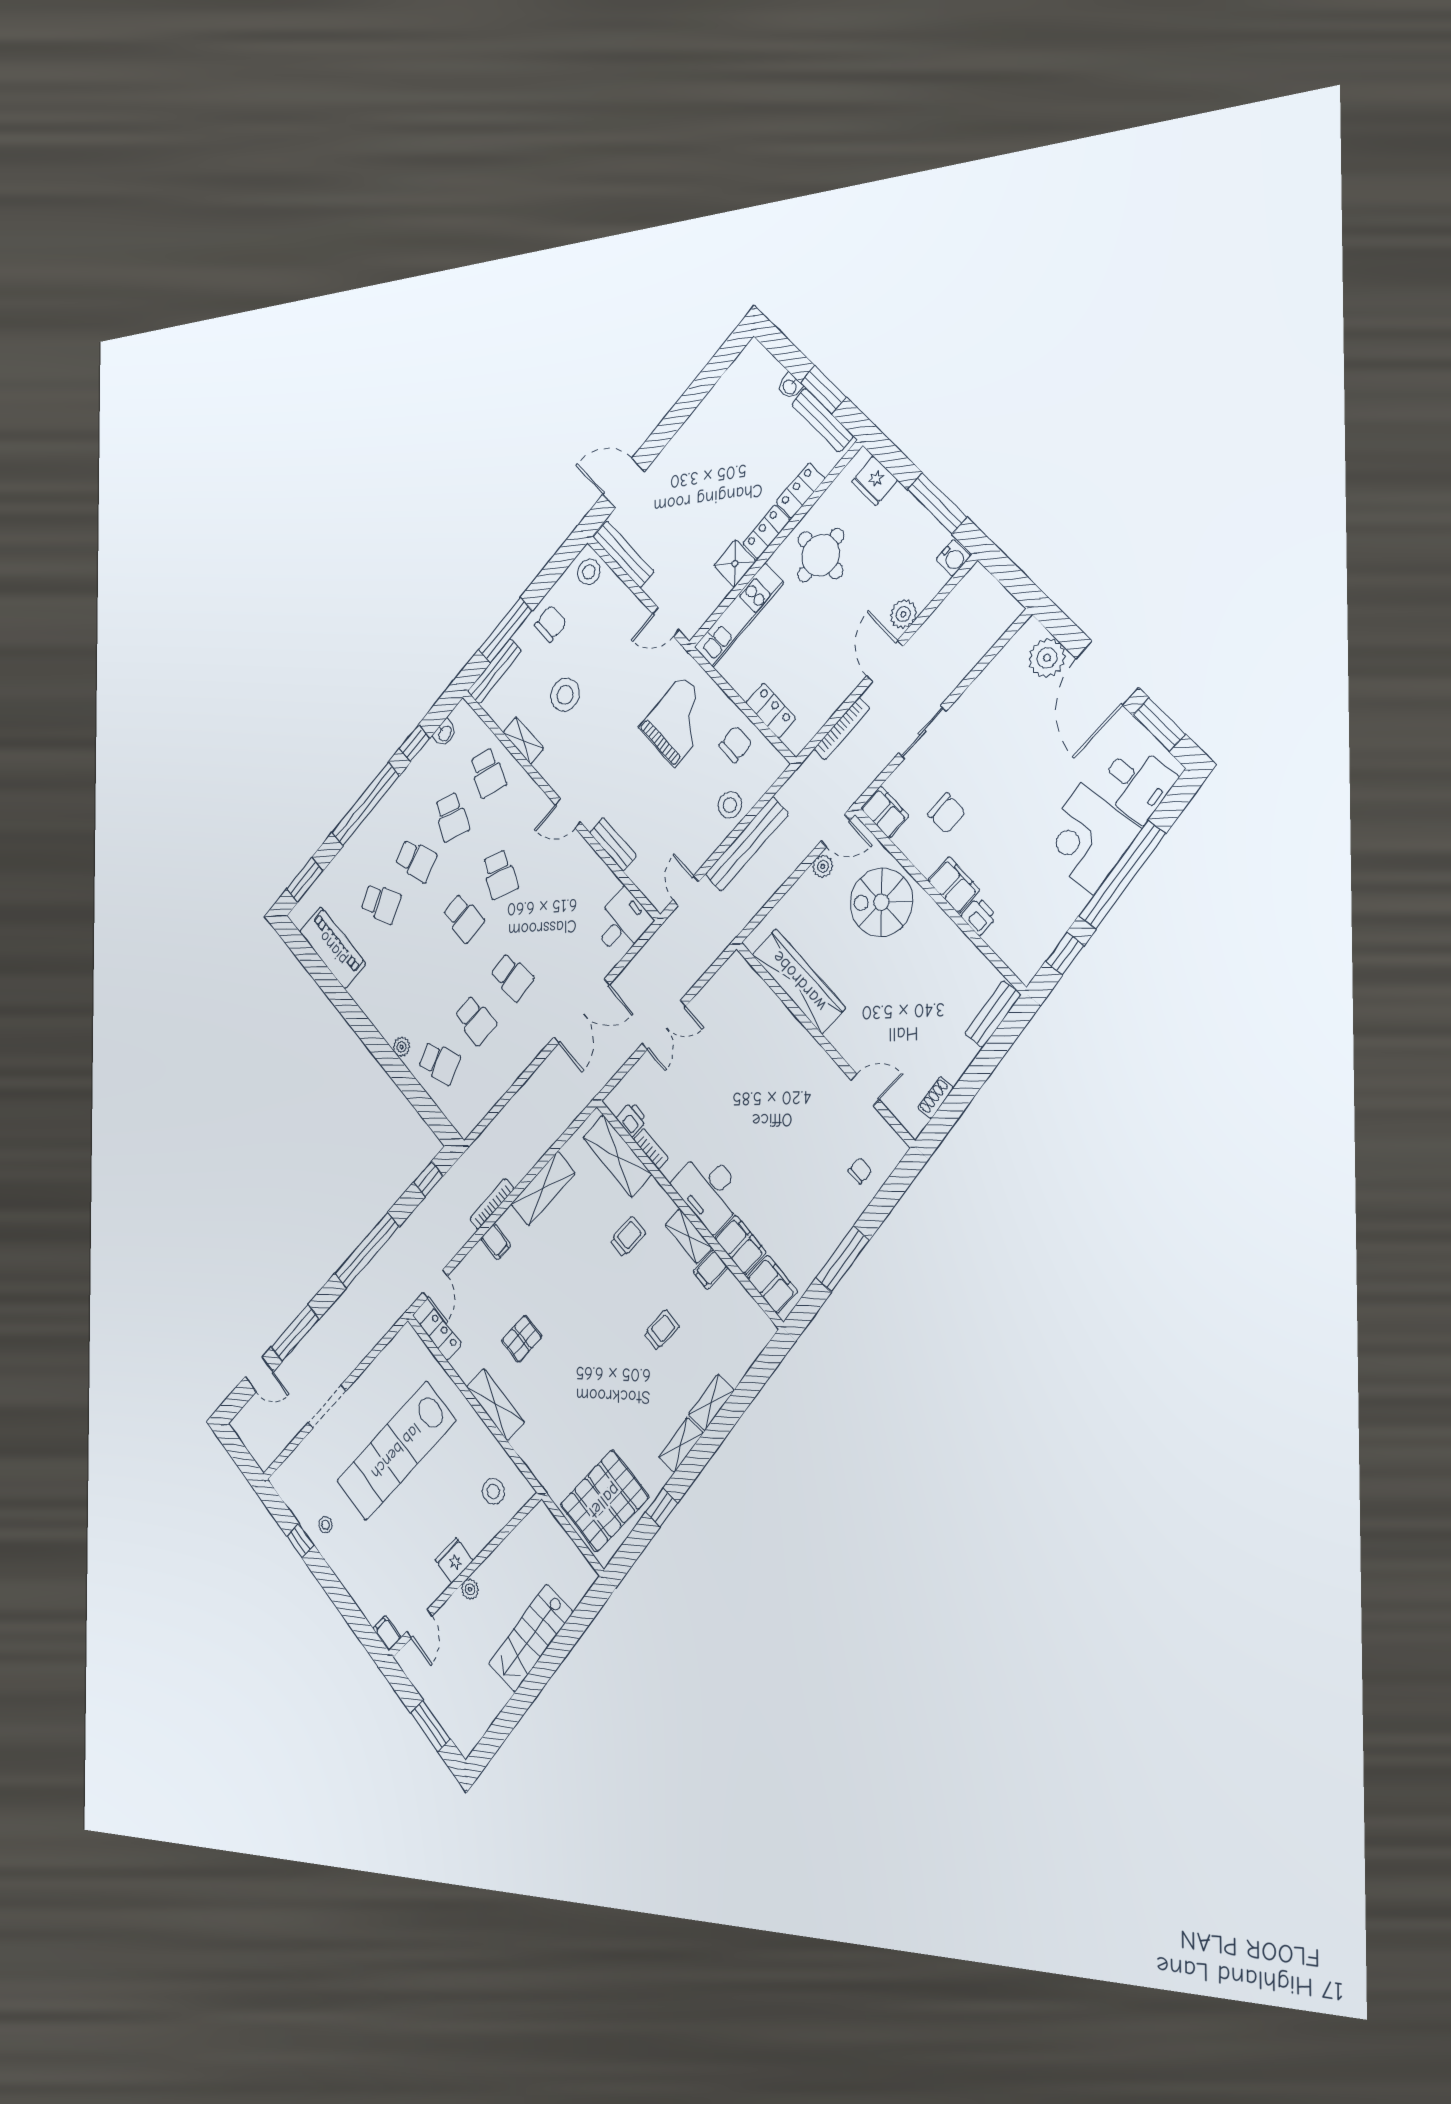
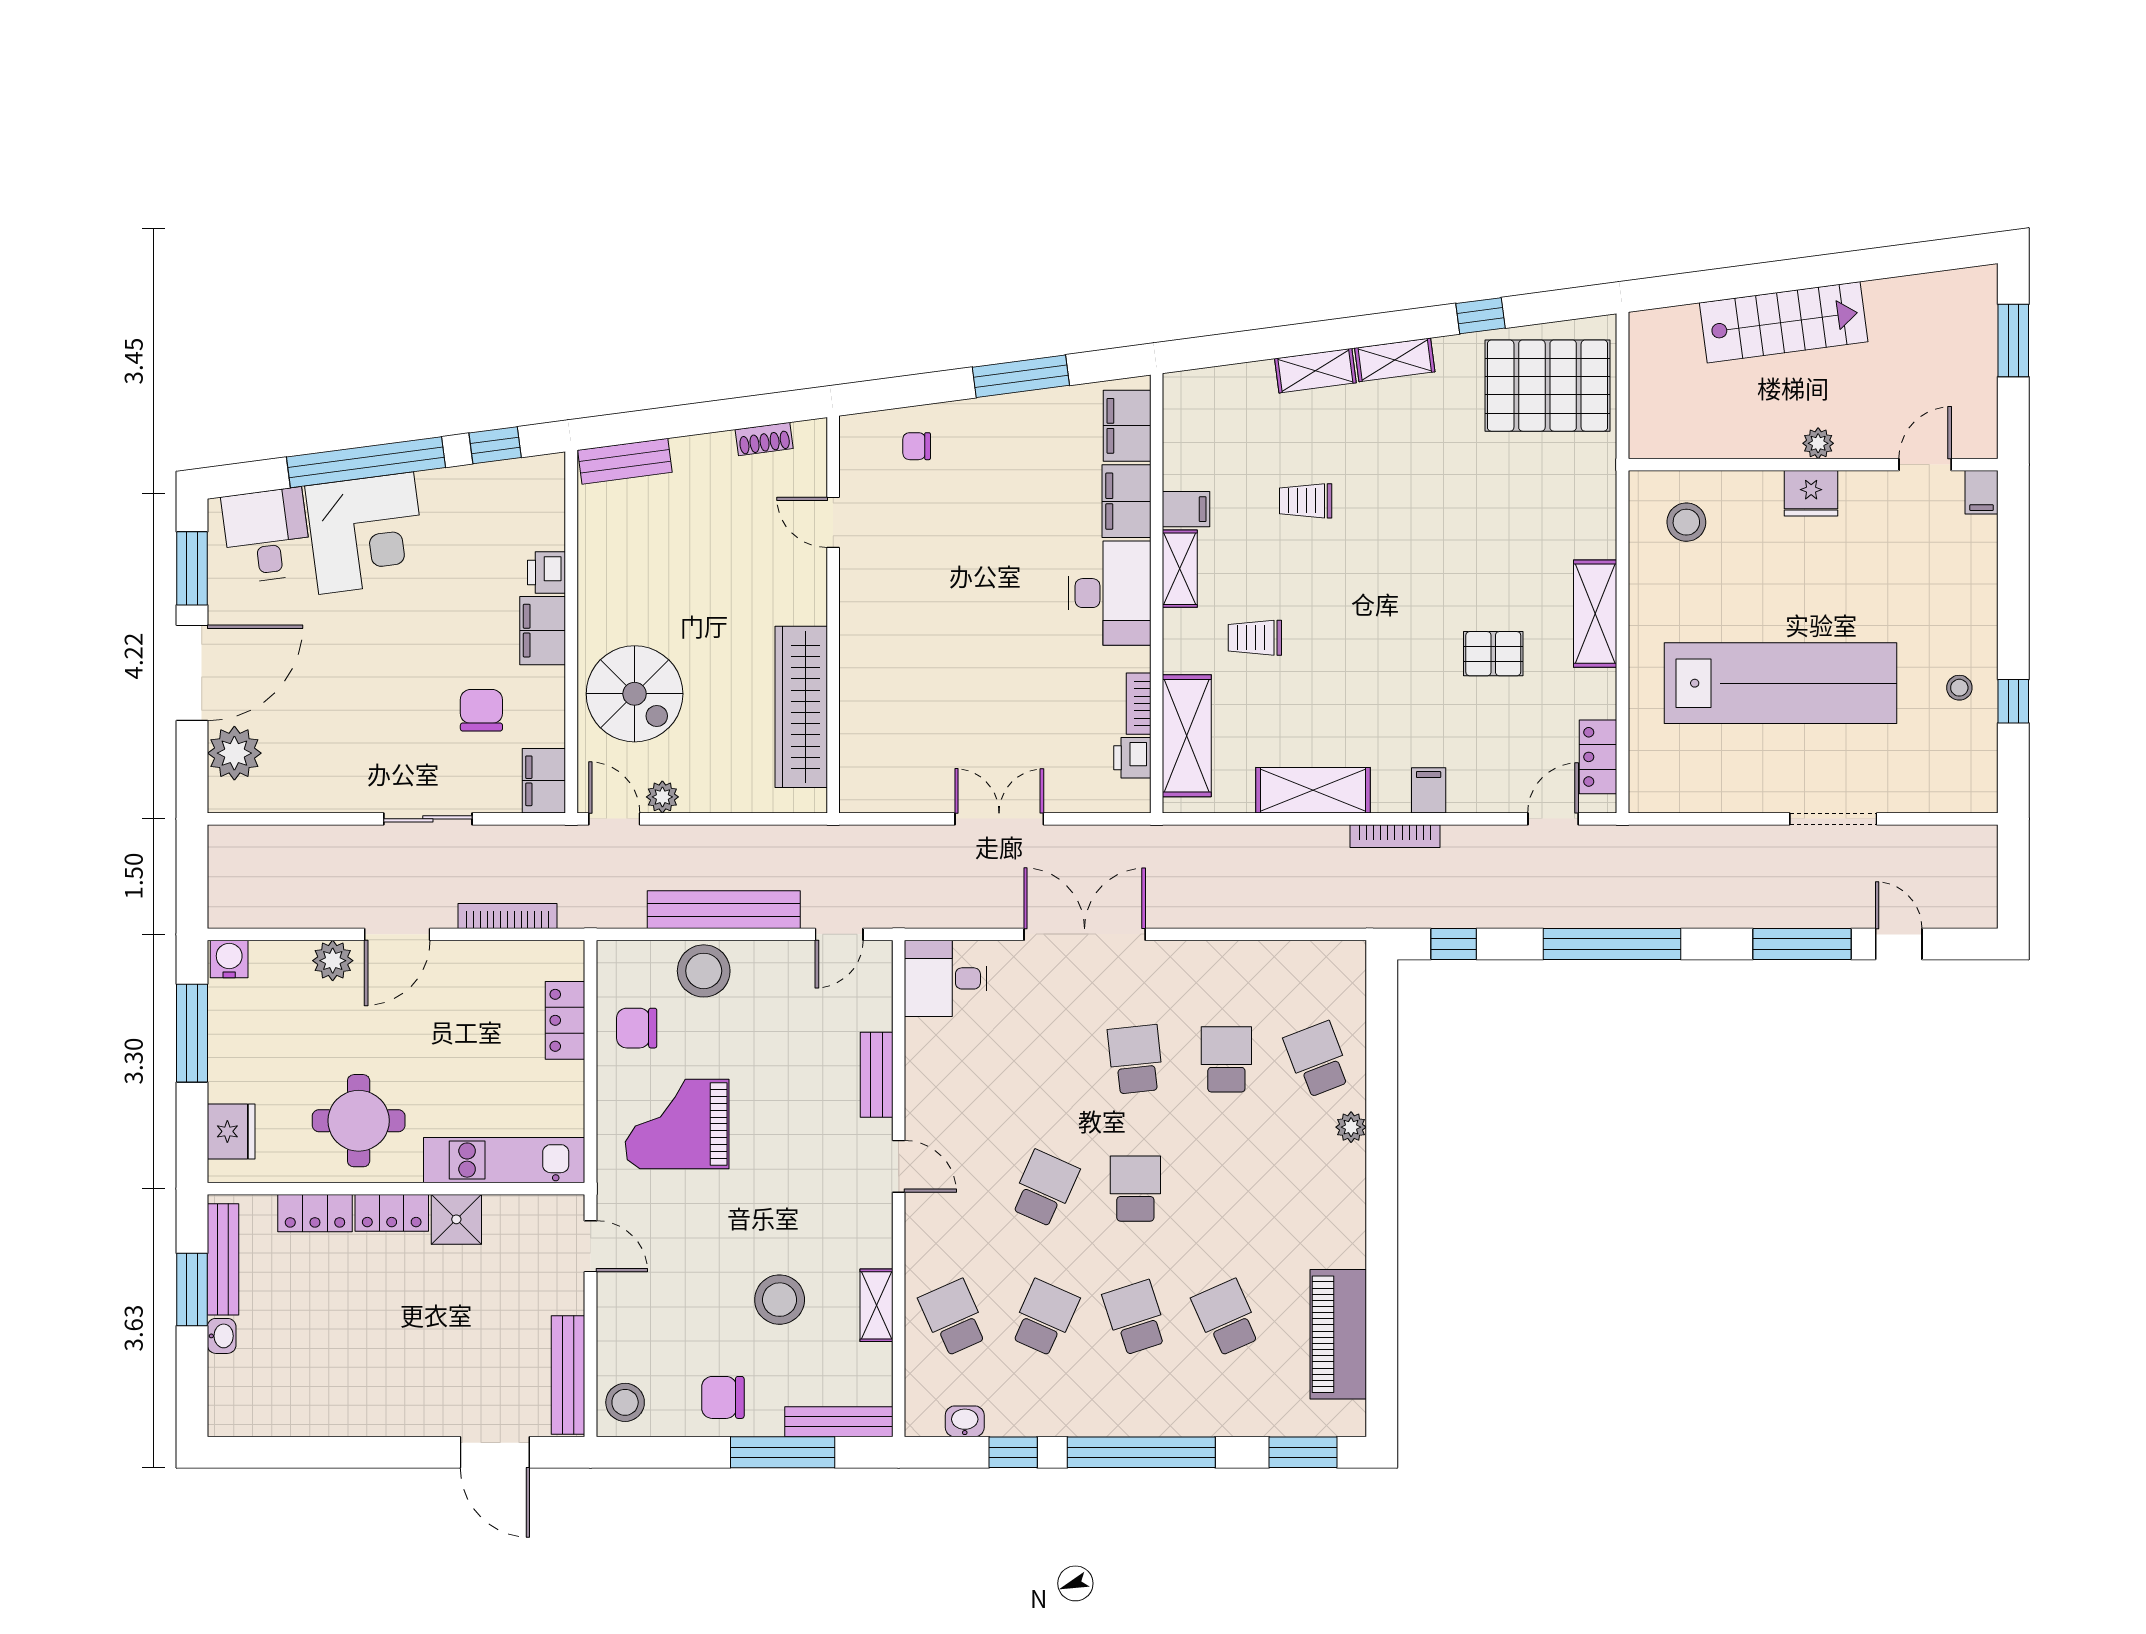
school desk: (488, 773) -> (953, 1318), turned -45
stool: (730, 805) -> (704, 971), width x1.38, depth x1.38

